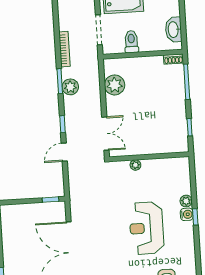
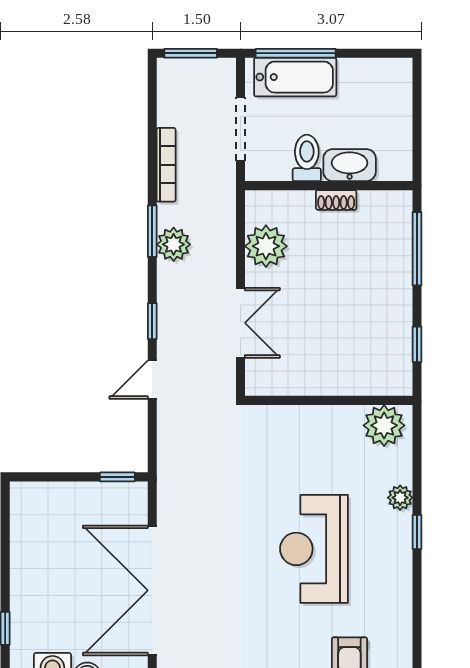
washbasin: (174, 30) -> (350, 165), moved, turned 90
shoe rack: (173, 59) -> (336, 200), moved
double door: (105, 134) -> (240, 323), moved
plant: (135, 165) -> (384, 425), moved, width x1.87, depth x1.87
water cooler: (187, 214) -> (400, 525), removed

